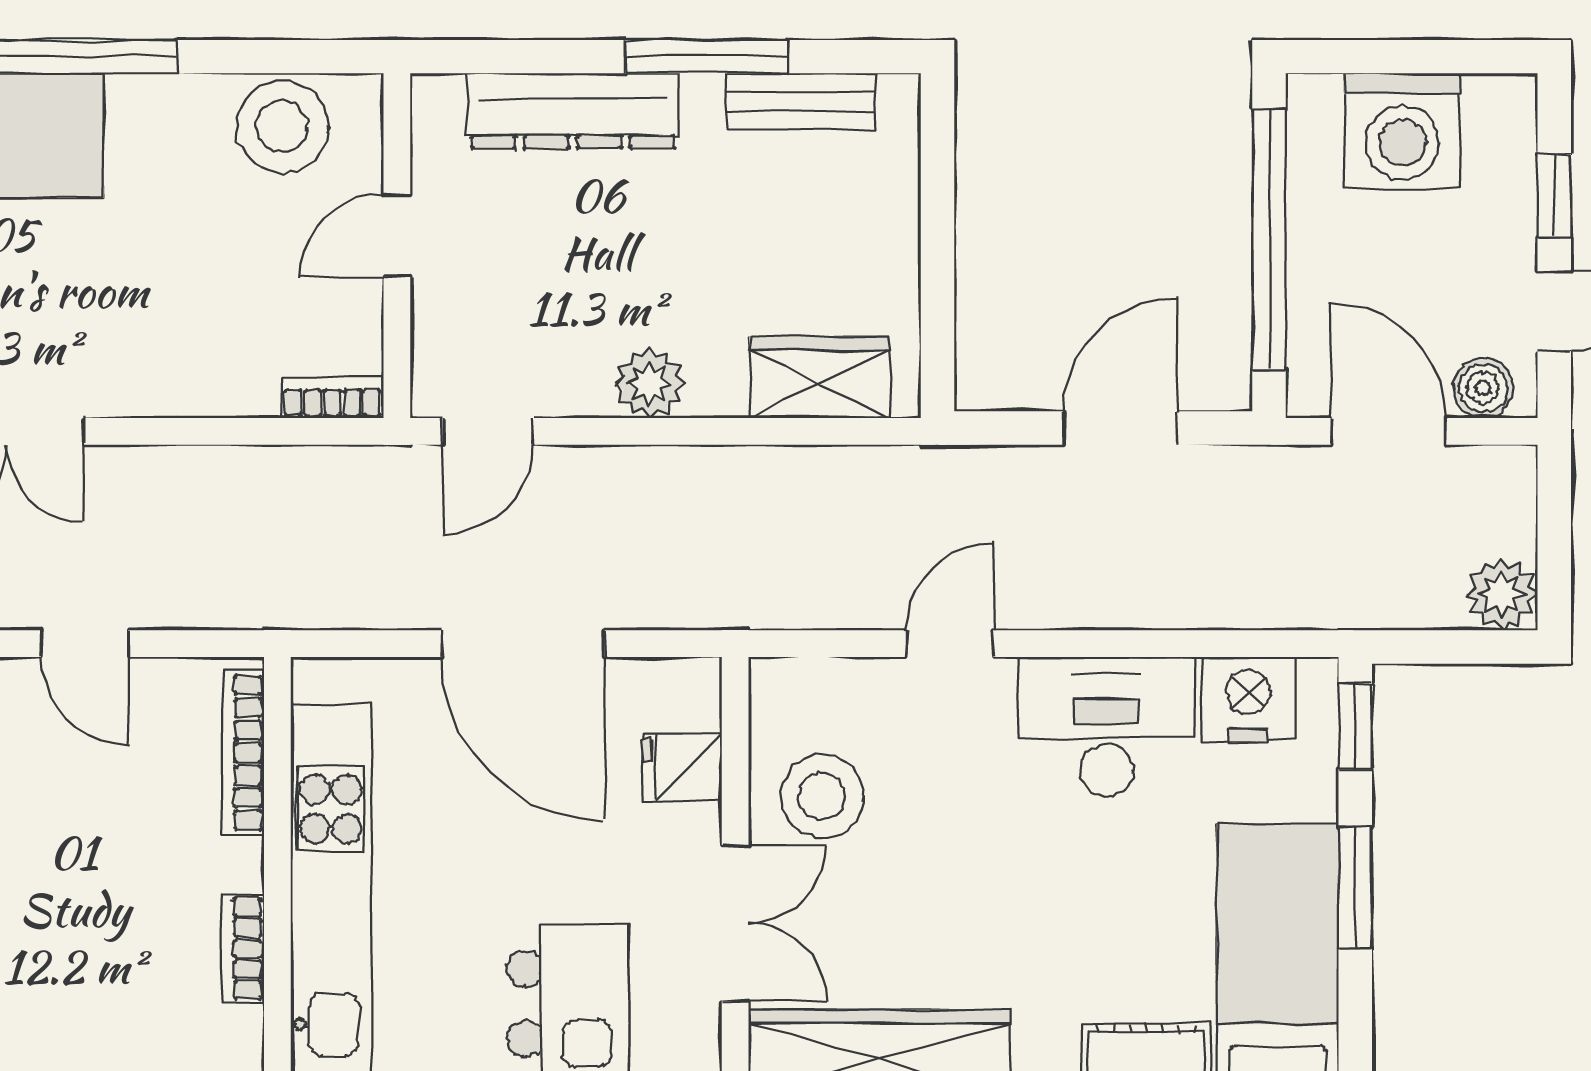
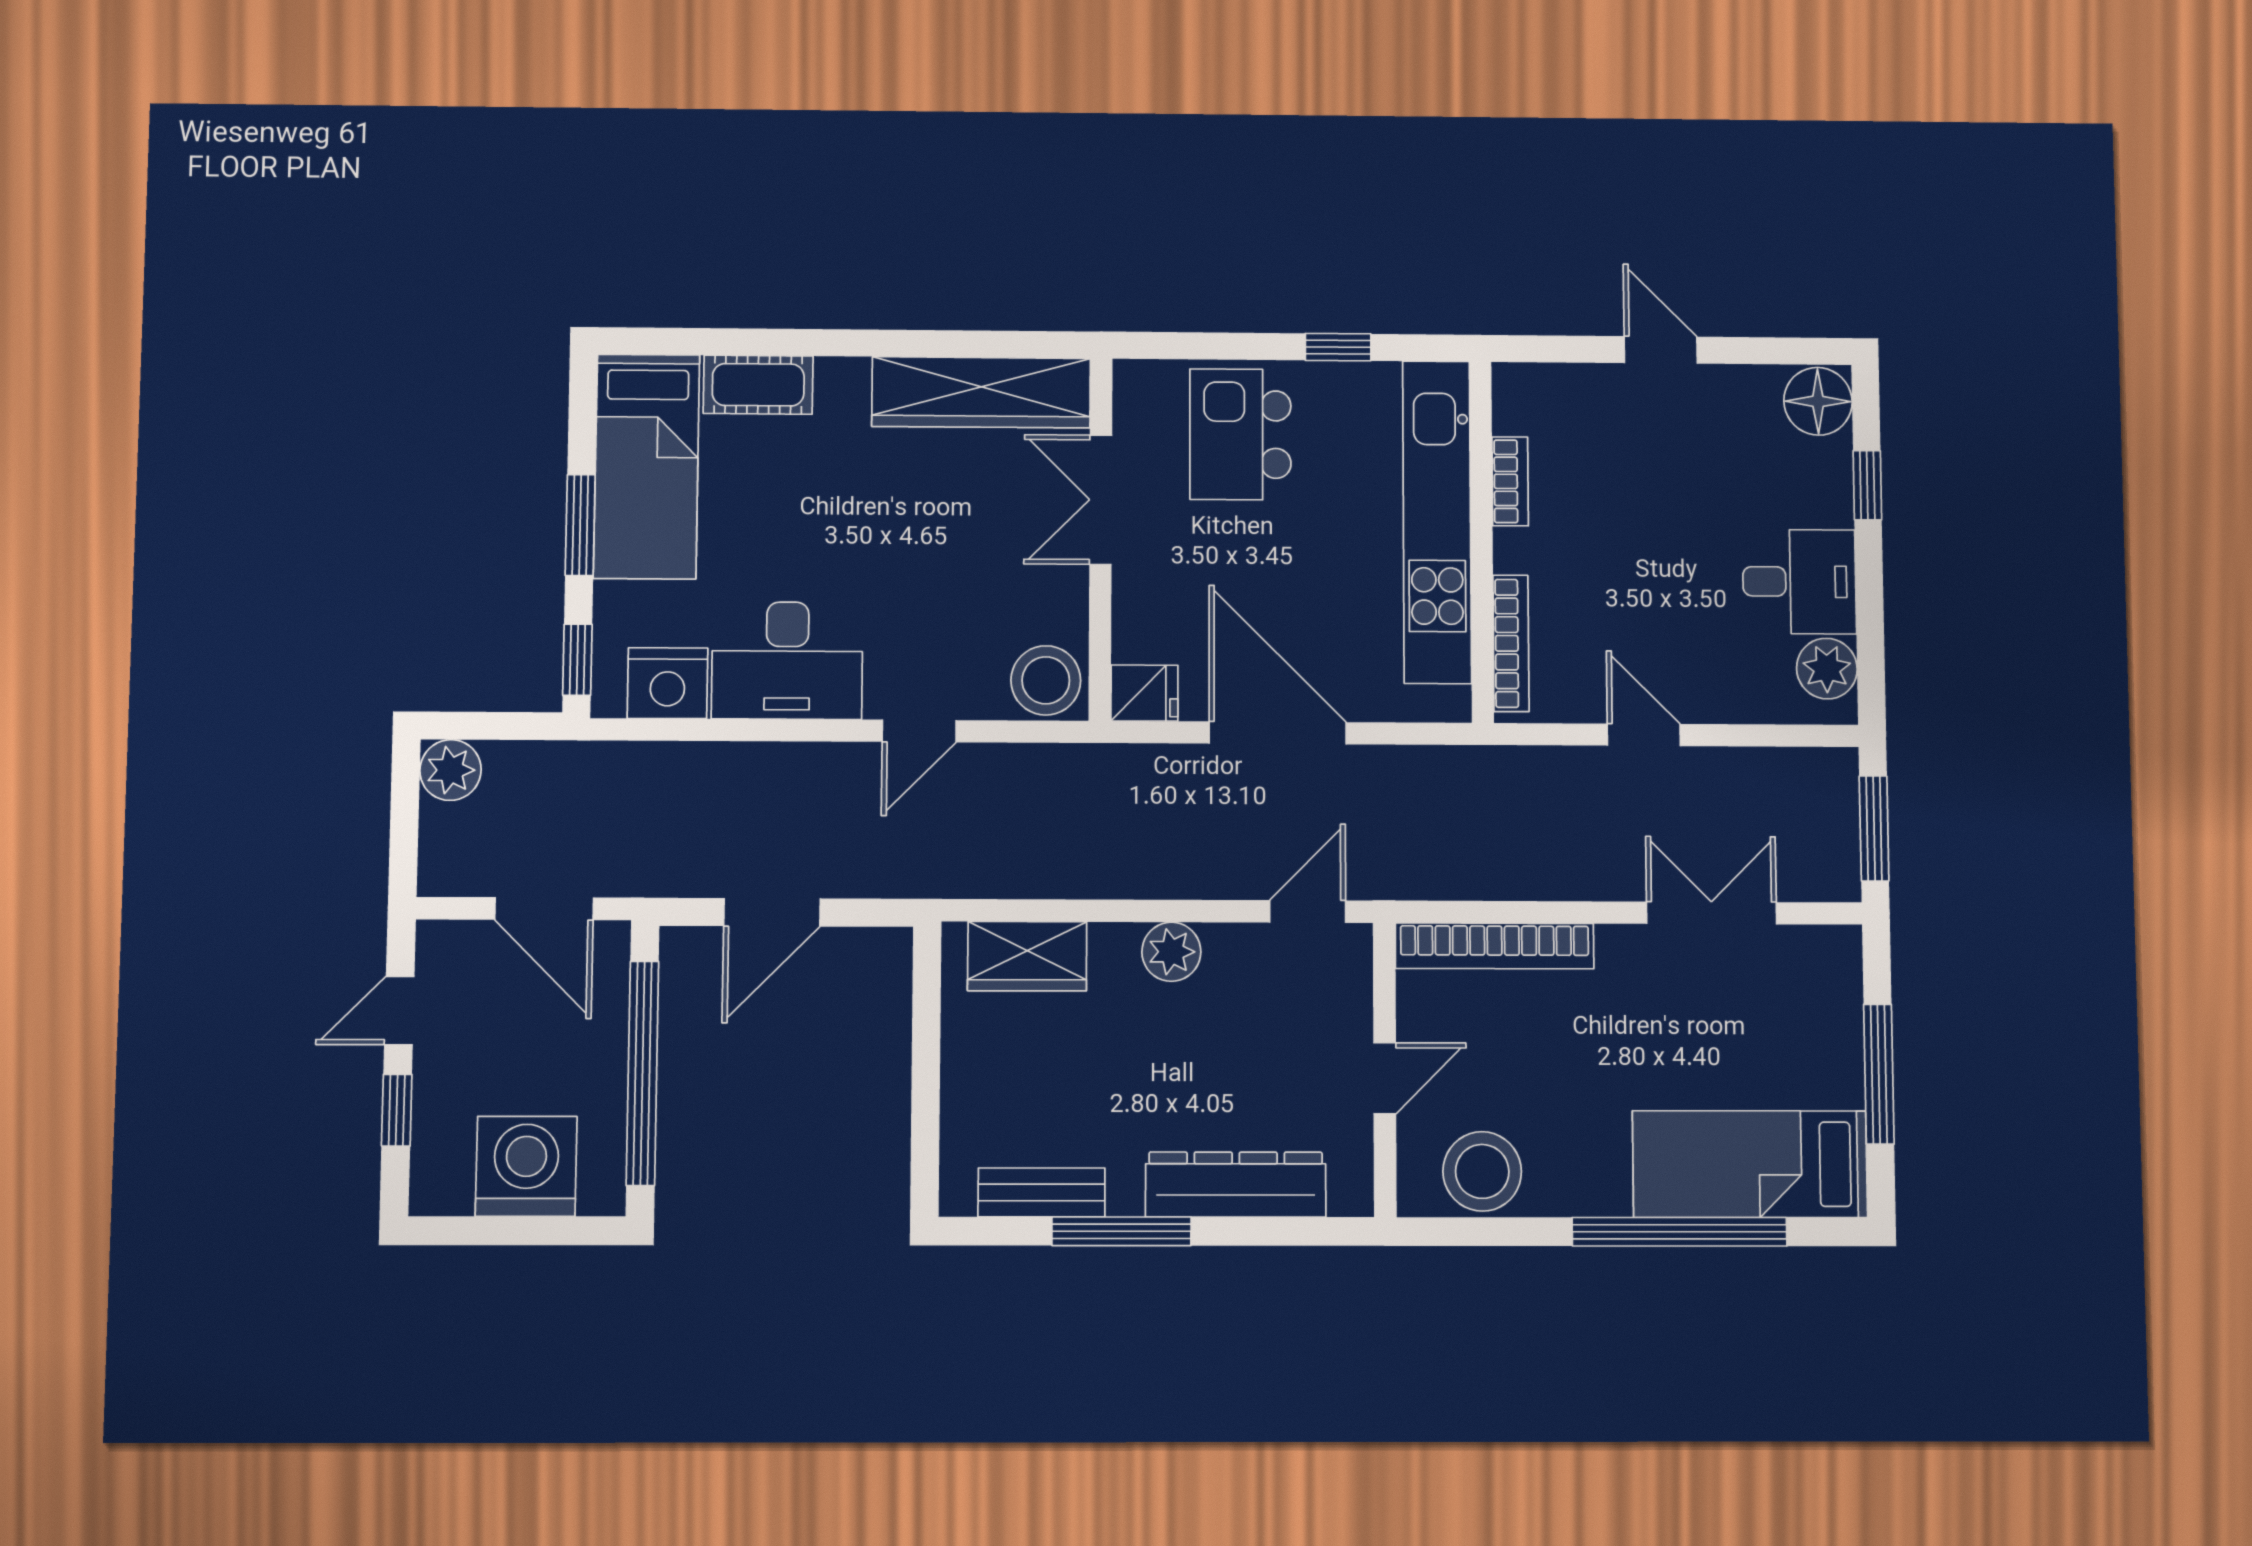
boiler: (1483, 388) -> (462, 945), removed
bookcase: (333, 398) -> (1495, 946), width x2.31, depth x1.31
fridge: (682, 768) -> (1144, 693), moved
stool: (822, 796) -> (1046, 680), moved

